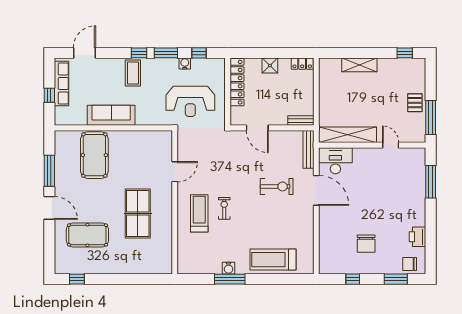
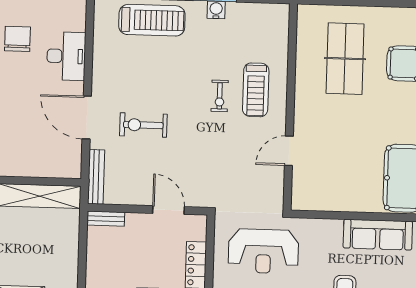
reception desk: (190, 101) -> (263, 251), turned 180
desk: (335, 161) -> (66, 56), moved, turned -90
table tennis table: (138, 213) -> (345, 59), moved

